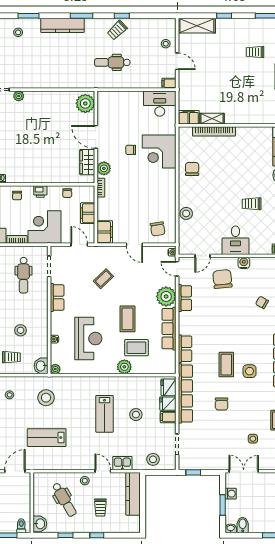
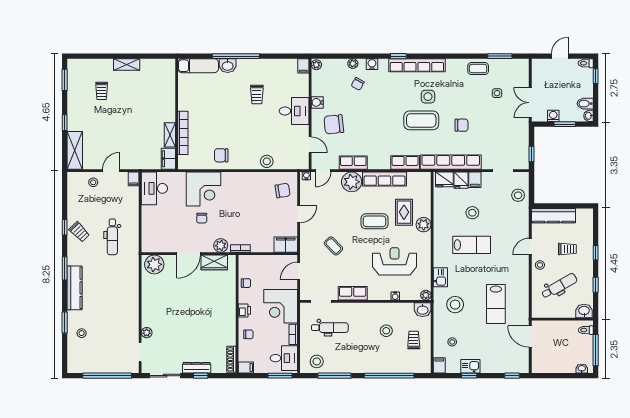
filing cabinet: (88, 213) -> (266, 262), removed
coffee table: (226, 365) -> (421, 120), width x1.36, depth x1.32
kitchen sink: (122, 463) -> (440, 277), moved, turned 180

